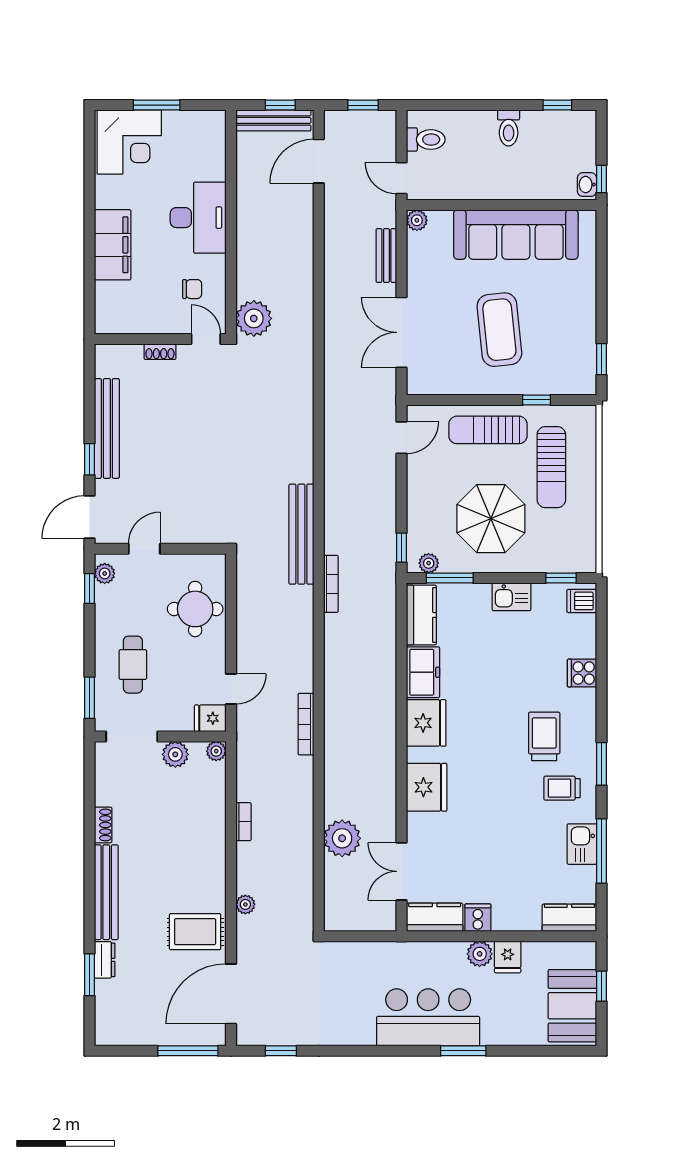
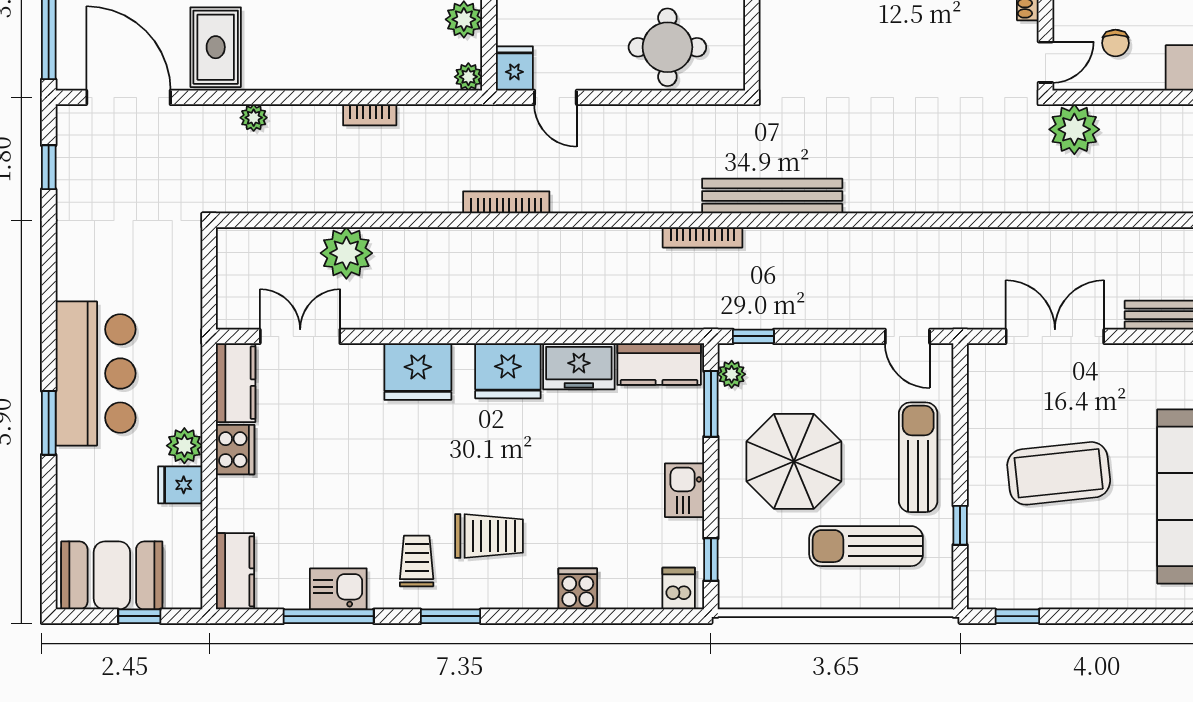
cooker: (478, 918) -> (235, 450), width x1.36

